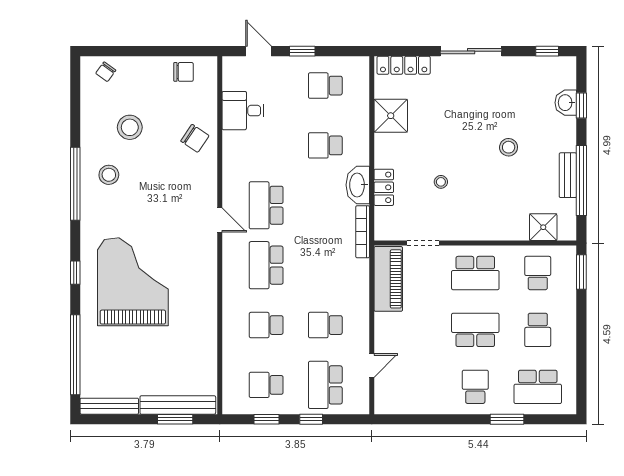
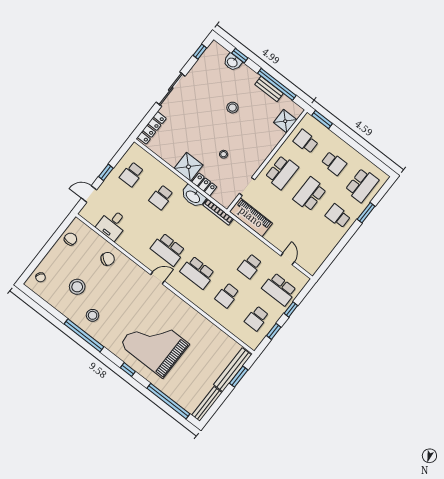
shower: (391, 116) -> (189, 167), moved

